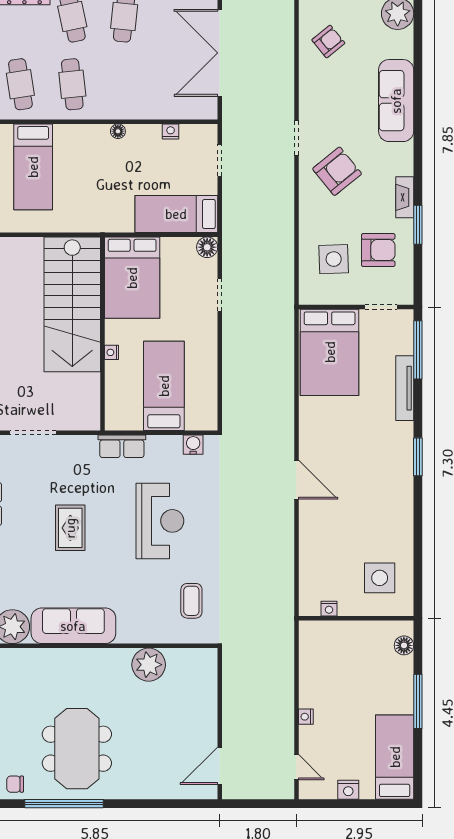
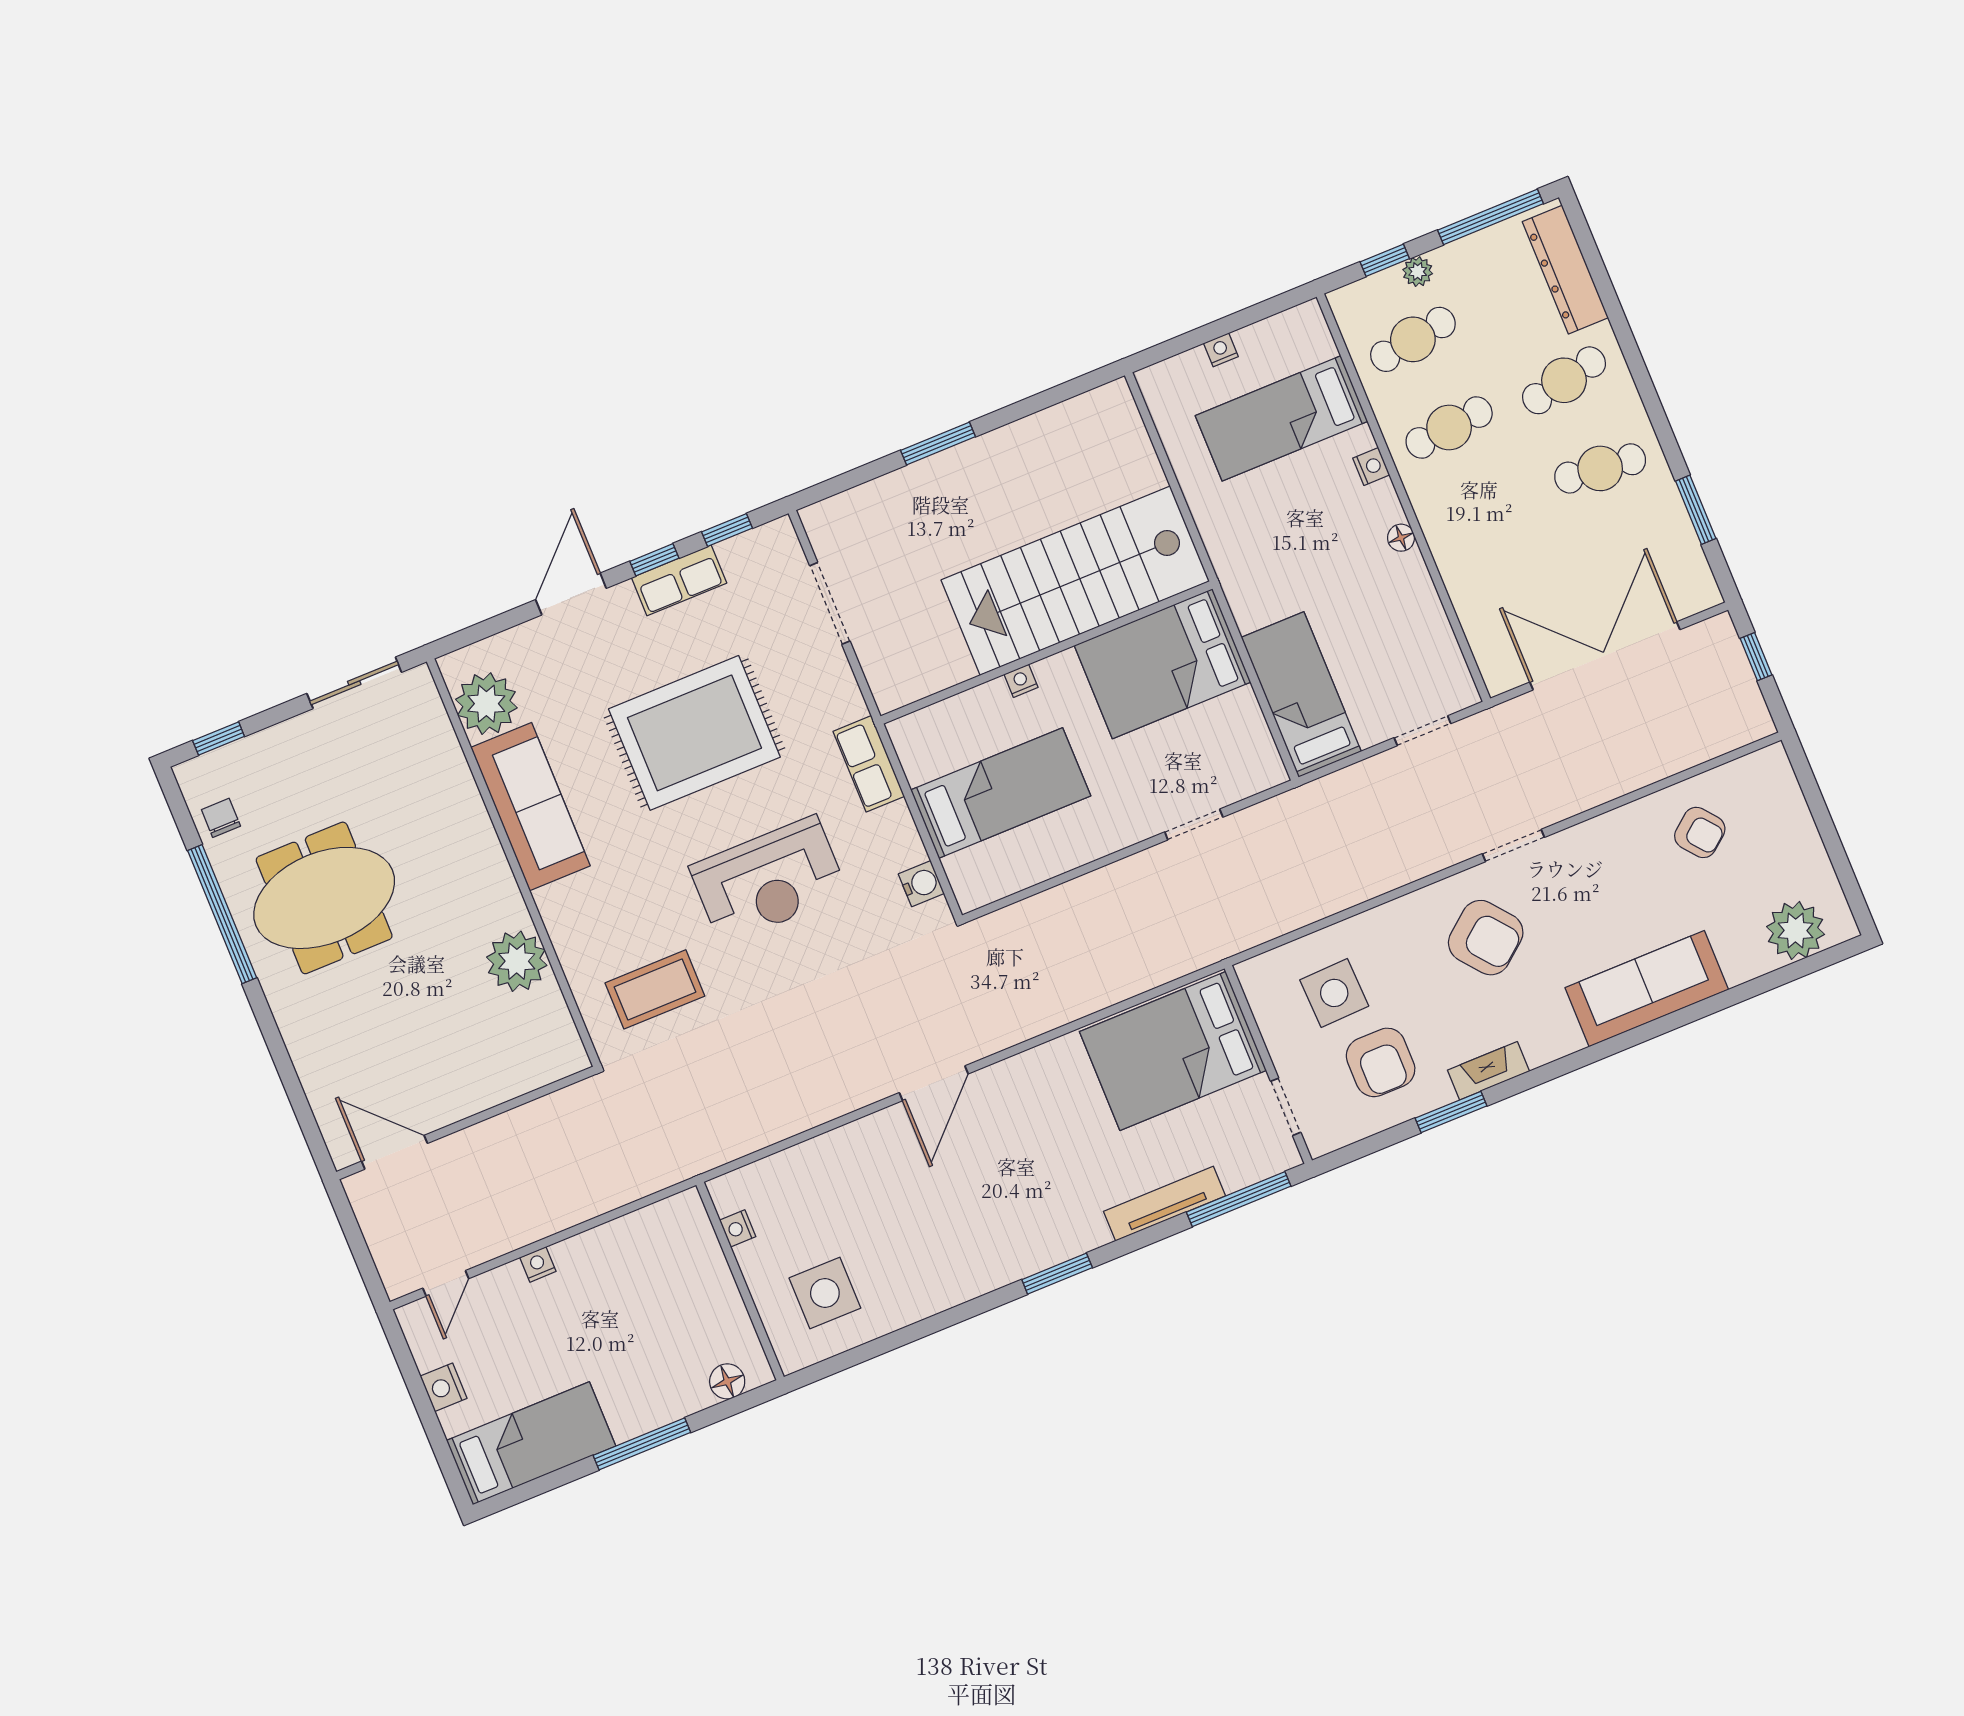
nightstand: (171, 132) -> (1371, 467), moved
floor lamp: (207, 247) -> (1266, 770), removed
rug: (70, 528) -> (694, 733), width x1.86, depth x2.06
coffee table: (191, 601) -> (655, 989), width x1.36, depth x1.30

